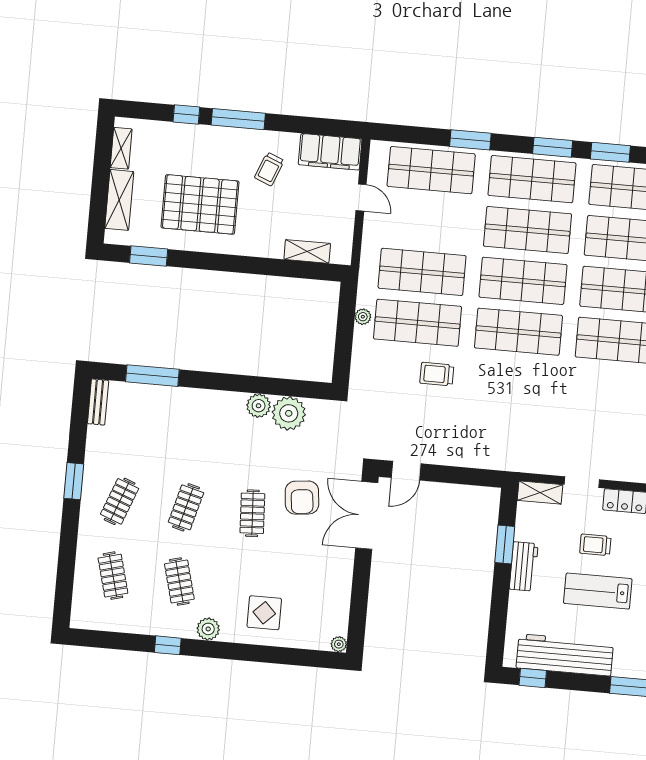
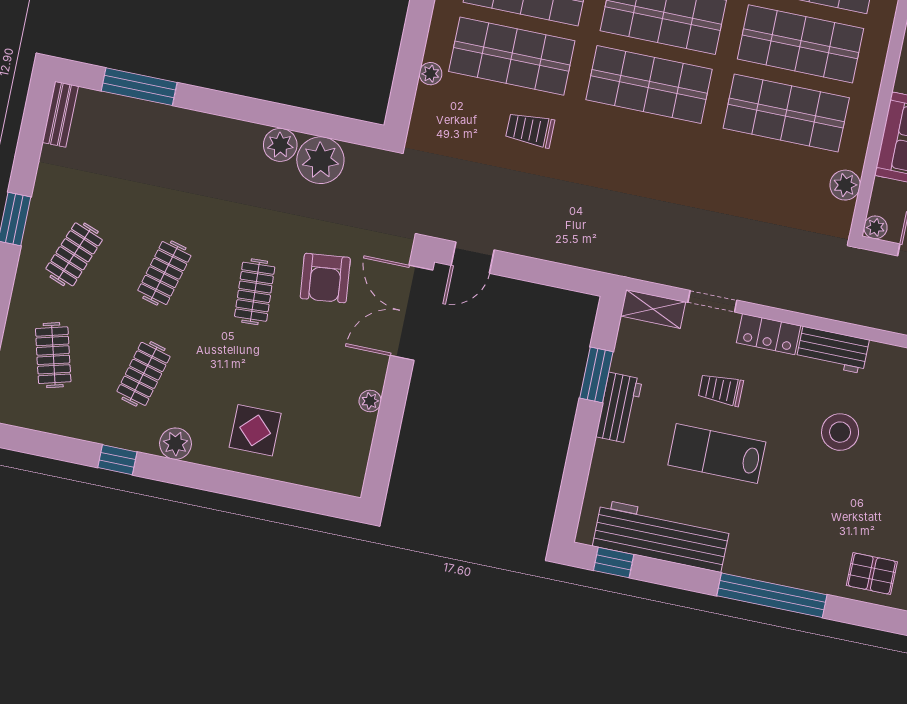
plant: (363, 317) -> (431, 74), moved
clothes rail: (179, 582) -> (143, 374), turned 30
plant: (339, 644) -> (370, 401), moved

